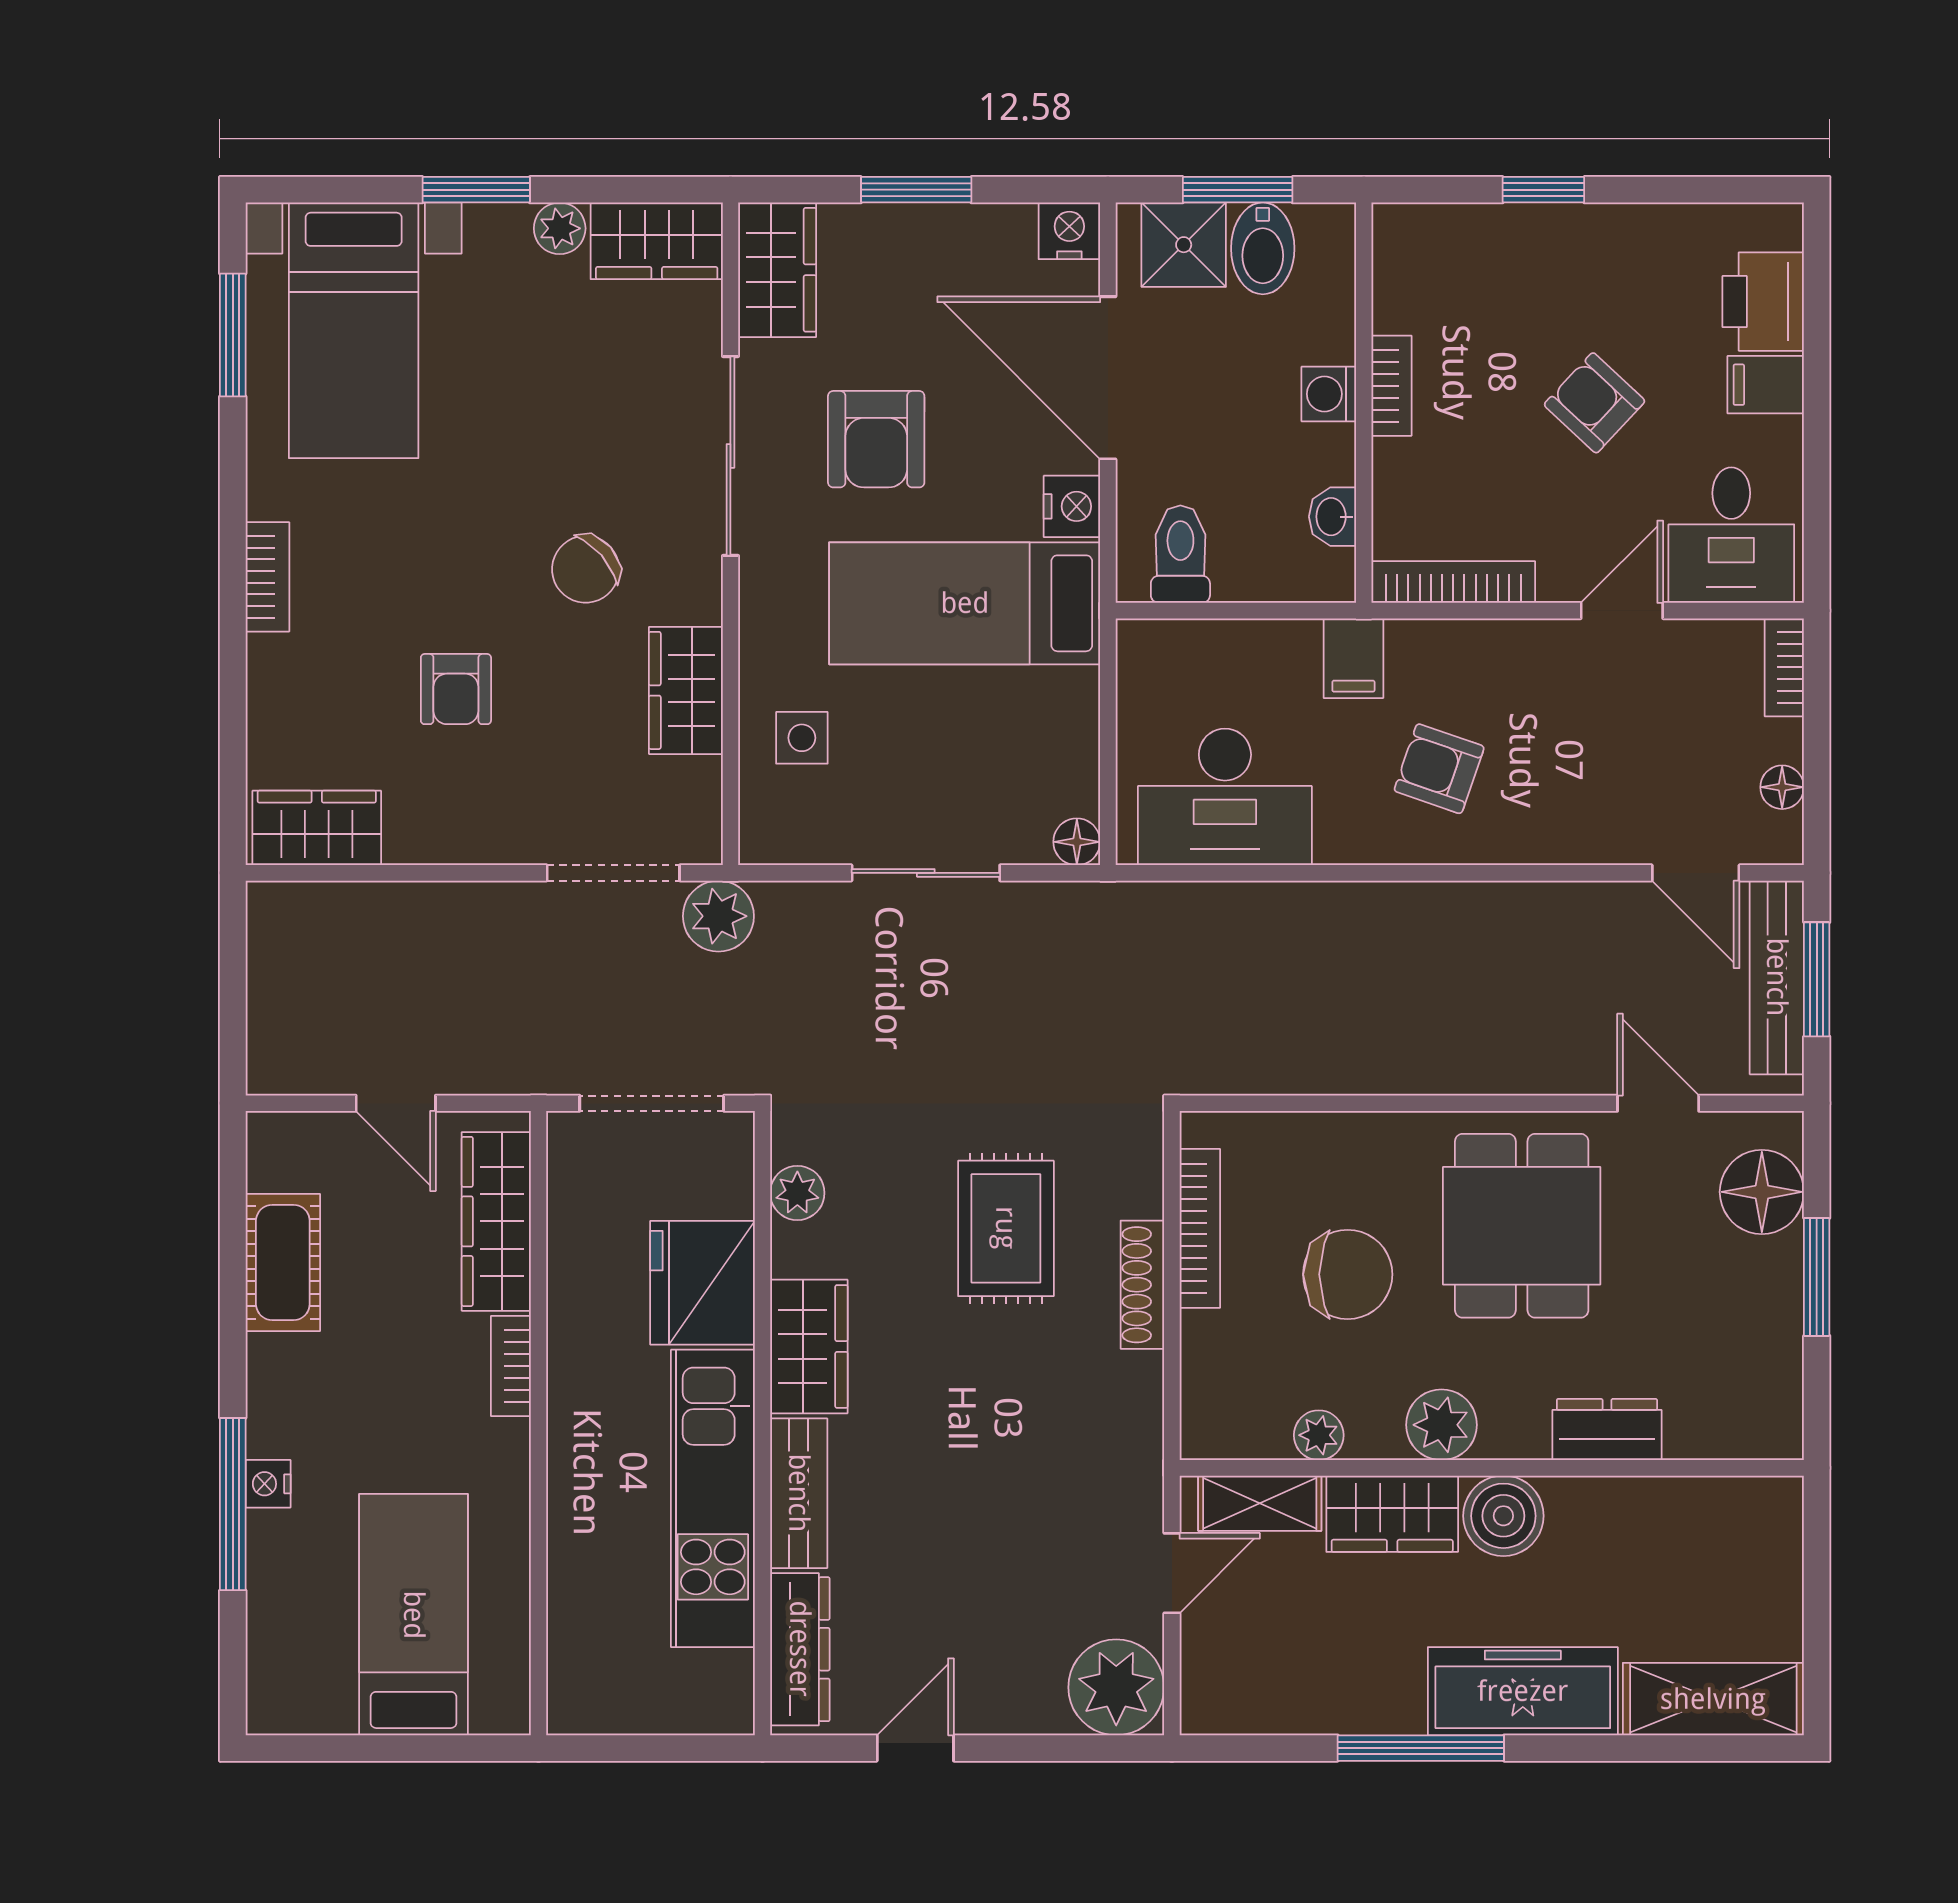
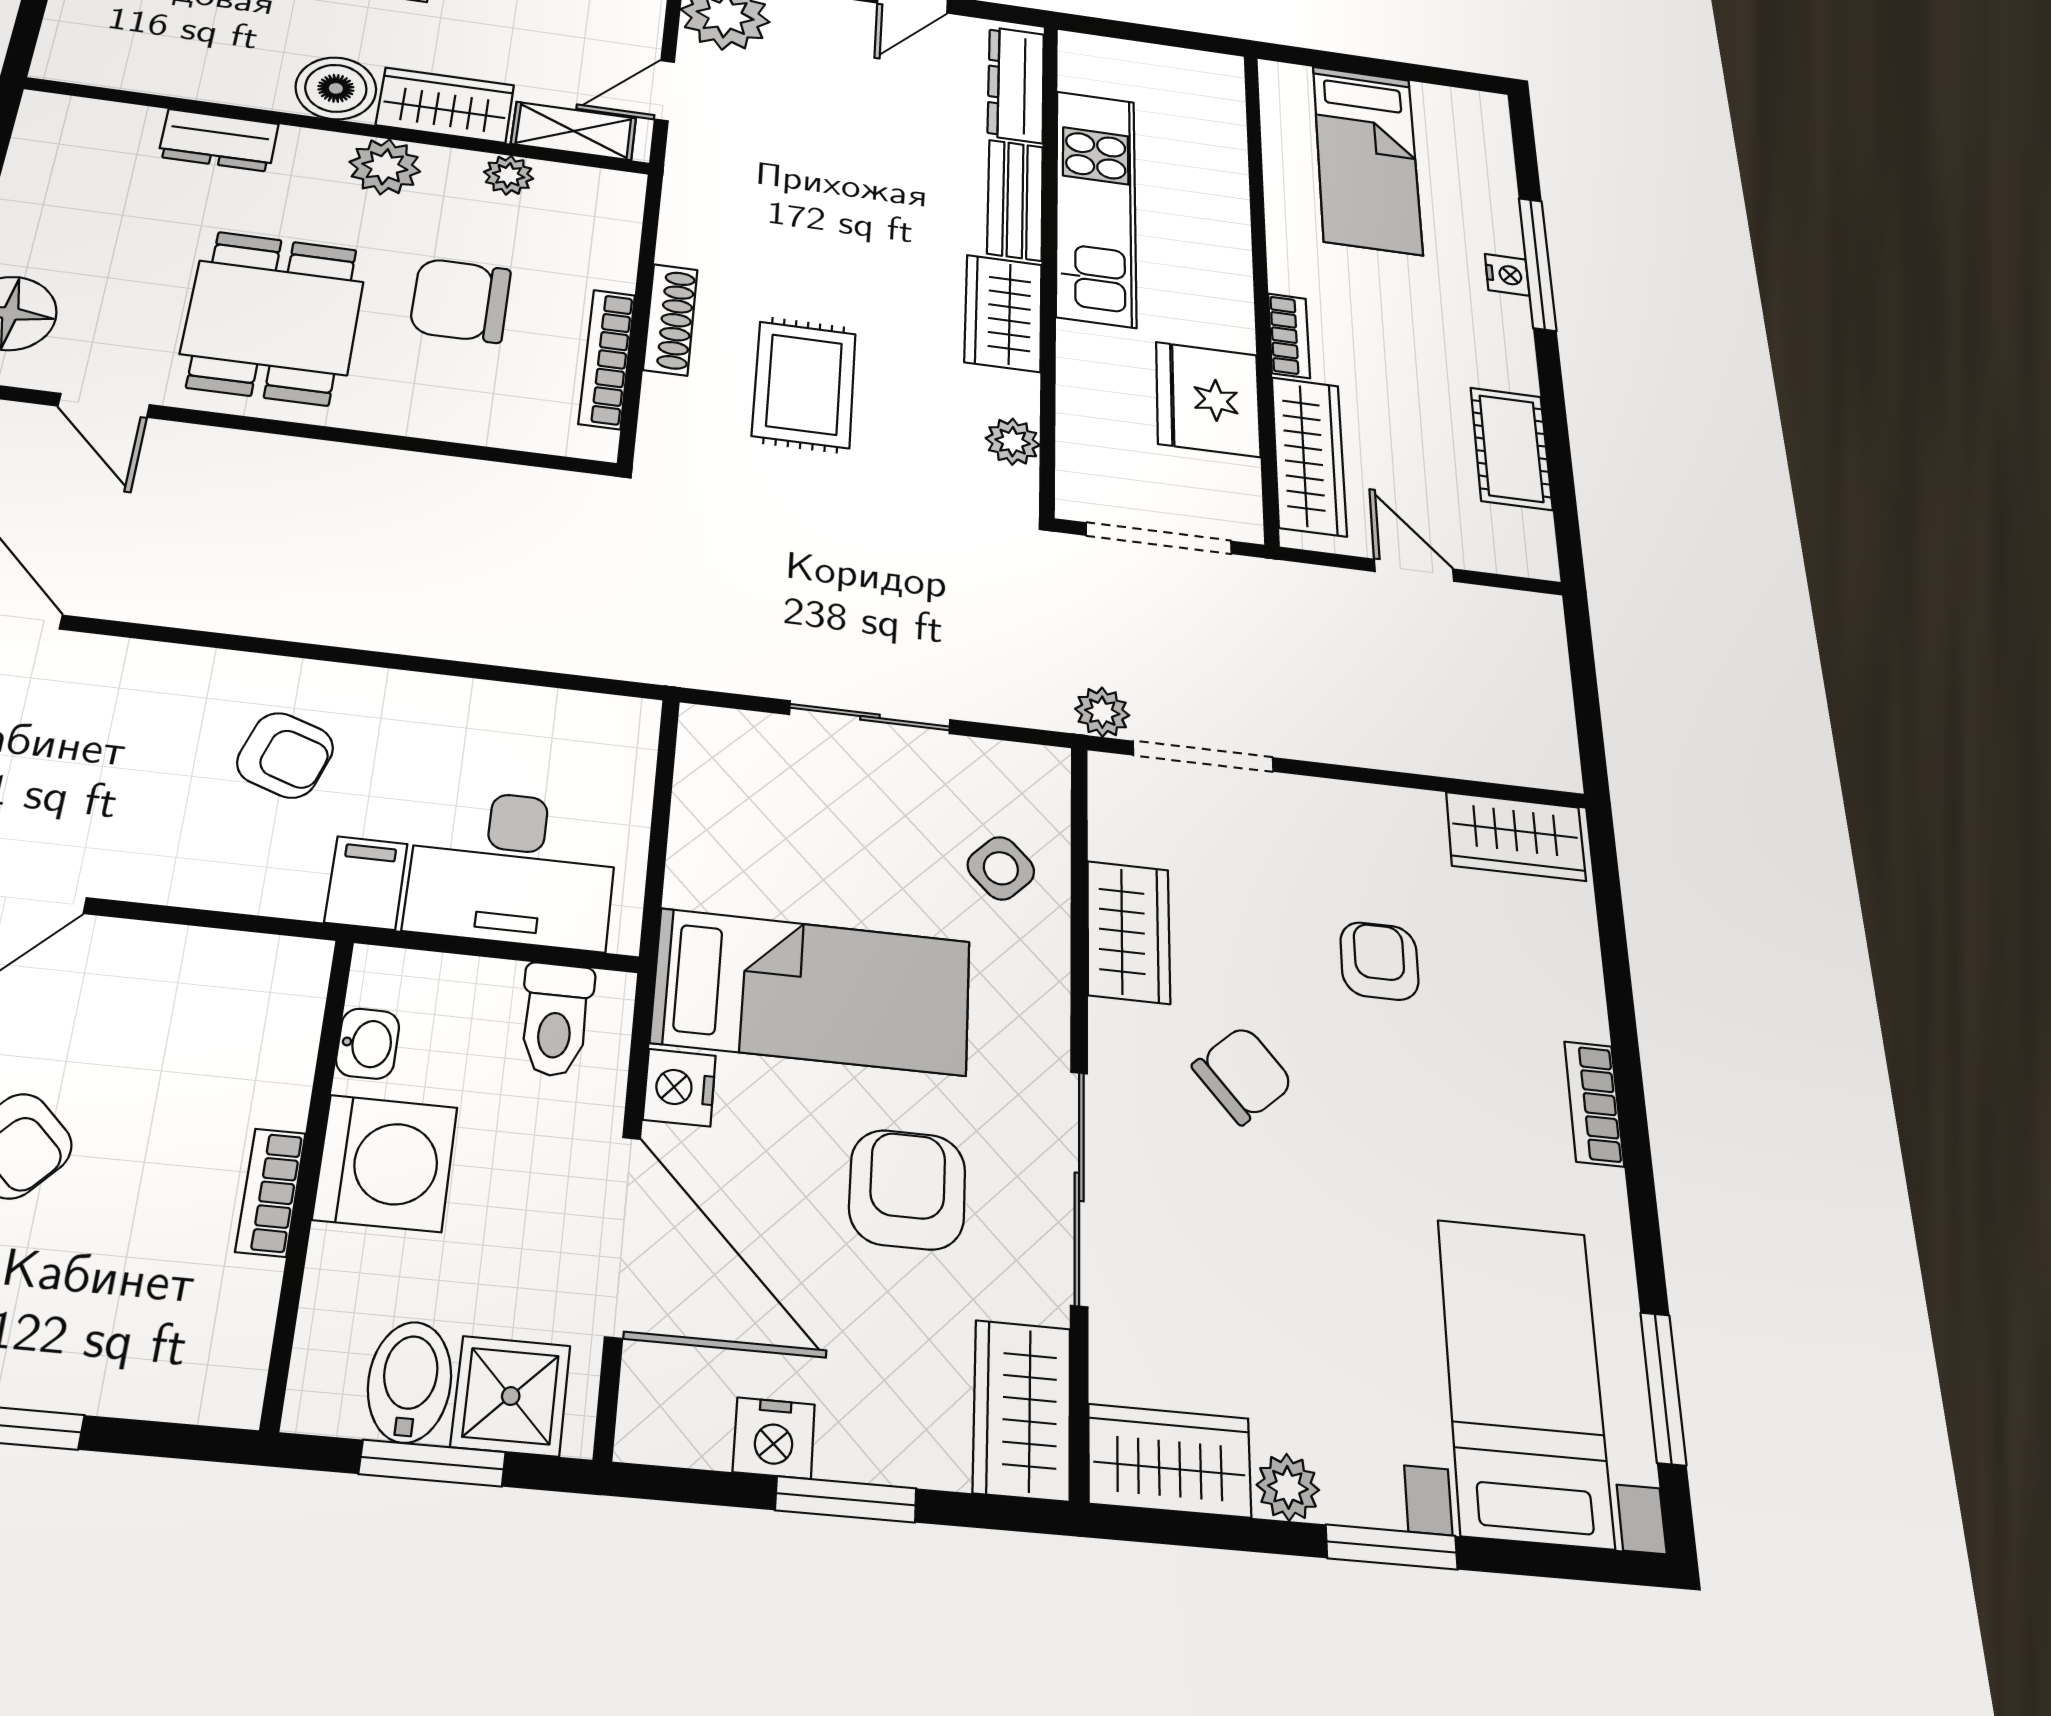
nightstand: (1069, 231) -> (774, 1438), moved
washing machine: (1329, 394) -> (385, 1163), width x1.89, depth x1.89
bookcase: (1453, 582) -> (233, 954), removed
side table: (802, 738) -> (1001, 868), turned 45
desk: (1225, 797) -> (513, 868), moved, turned 180
floor lamp: (1077, 842) -> (703, 728), removed
plant: (718, 916) -> (1102, 712), width x0.73, depth x0.73
fridge: (702, 1283) -> (1208, 399), moved, turned 180

